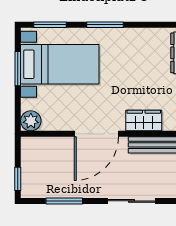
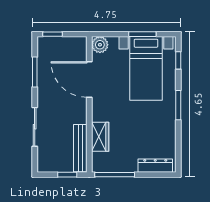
window: (50, 25) -> (178, 60), width x0.67
door: (96, 134) -> (89, 80), moved

